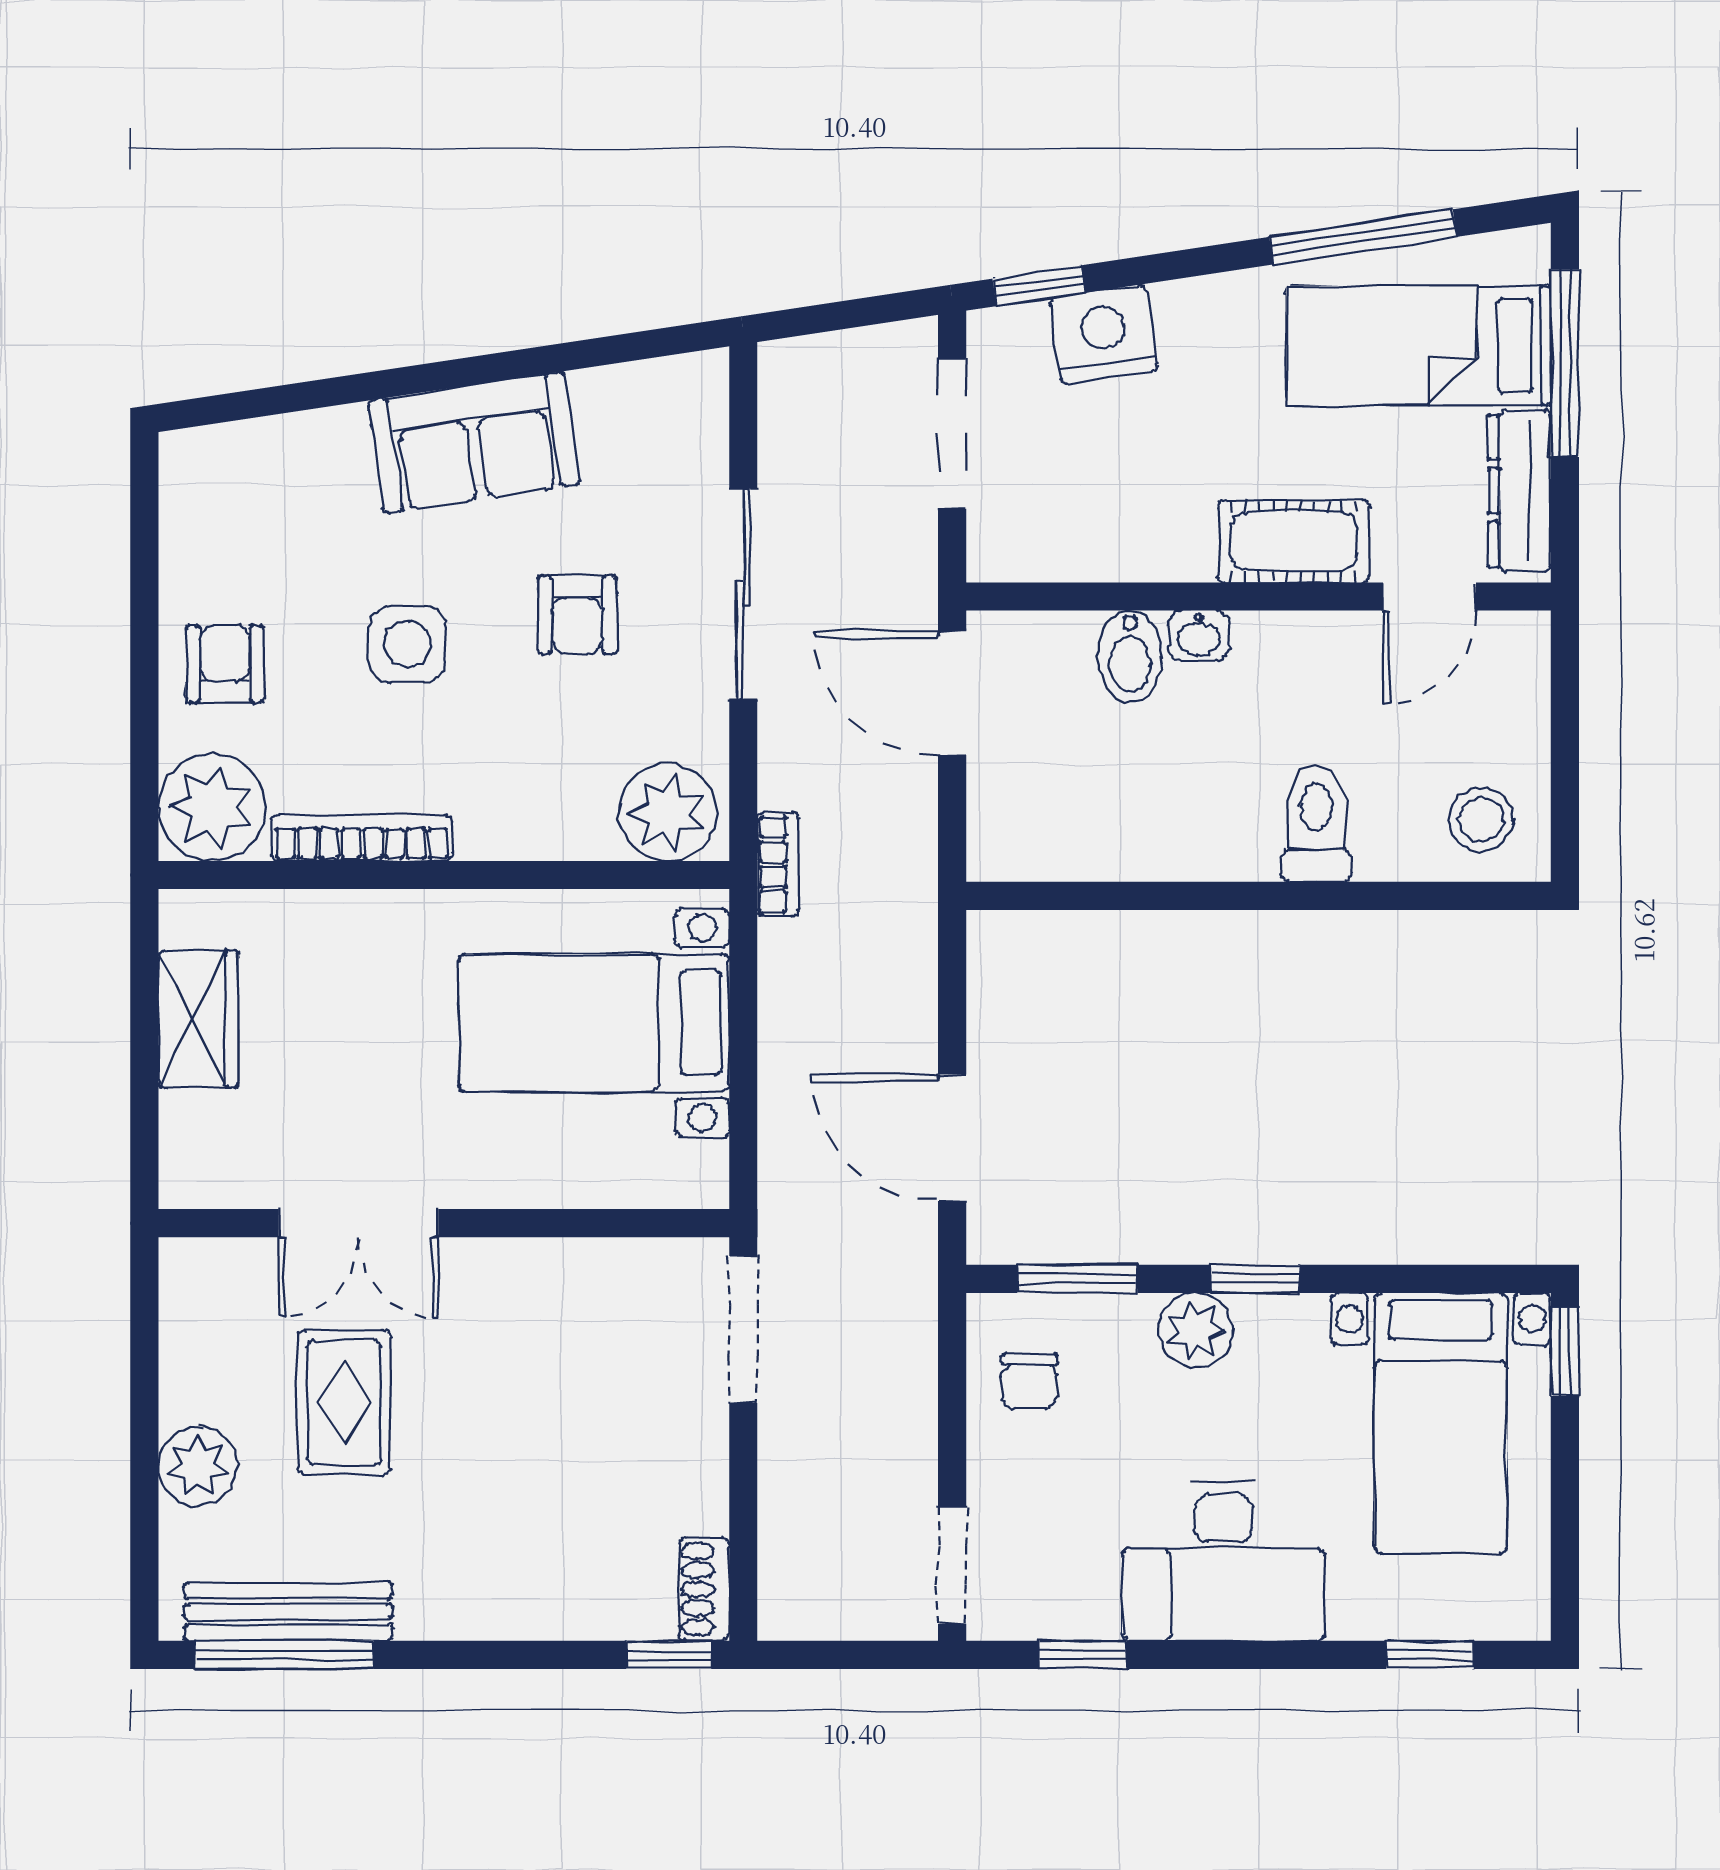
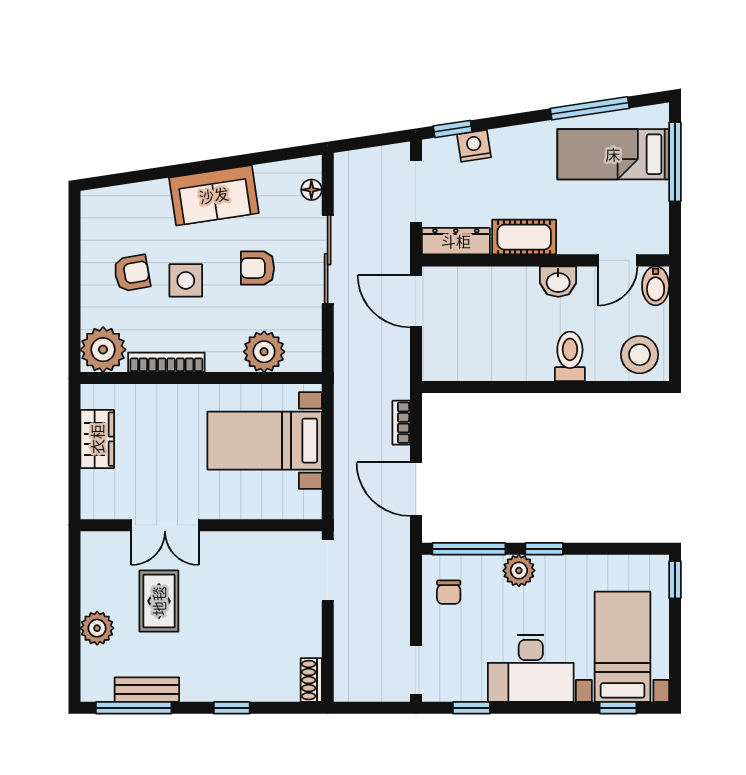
nightstand: (1104, 334) -> (474, 146), width x0.74, depth x0.75
floor lamp: (705, 429) -> (311, 190), added
dresser: (1519, 491) -> (456, 241), moved, turned 90
cot: (1294, 542) -> (524, 237), moved
armchair: (577, 615) -> (257, 268), turned 90
washbasin: (1199, 635) -> (558, 282), moved, width x1.38, depth x1.45
bidet: (1130, 657) -> (656, 286), moved
armchair: (225, 664) -> (132, 273), moved, turned 80
plant: (668, 812) -> (264, 352), moved
stool: (1481, 819) -> (640, 355), width x1.38, depth x1.38
bookcase: (778, 864) -> (401, 423), moved, turned 180
window: (1077, 1279) -> (469, 549), width x1.44
bed with nightstands: (1441, 1423) -> (623, 647), moved, turned 180
bench: (288, 1612) -> (147, 690), width x0.73
window: (669, 1655) -> (232, 708), moved

